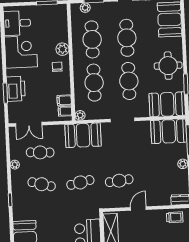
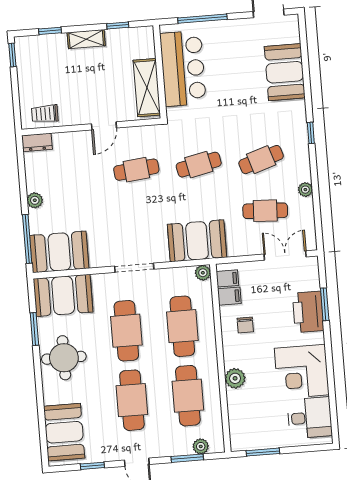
chair: (57, 67) -> (245, 325), moved
cafe table: (42, 184) -> (261, 160), turned -33

